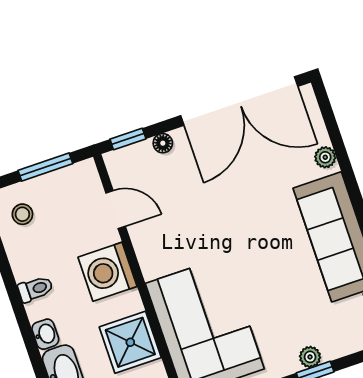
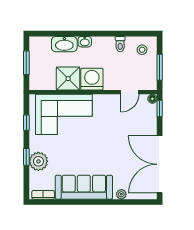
floor lamp: (163, 143) -> (152, 99), moved
washing machine: (108, 272) -> (92, 79), moved
toilet: (35, 289) -> (120, 44), moved
plant: (310, 357) -> (38, 161), width x1.88, depth x1.88

